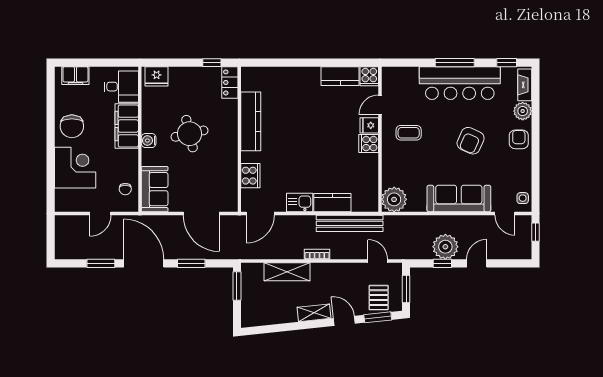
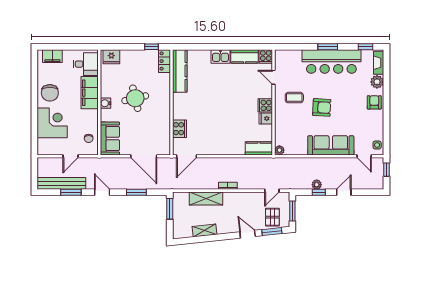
window: (455, 63) -> (328, 47), width x0.69
door: (380, 105) -> (273, 77), hinge flipped
kitchen counter: (251, 121) -> (180, 71), moved
fridge: (369, 125) -> (266, 119), moved
armchair: (471, 141) -> (322, 107), moved, turned -111
plant: (394, 199) -> (279, 150), width x0.53, depth x0.53
kitchen sink: (300, 203) -> (220, 56), moved, turned 180
kitchen counter: (332, 203) -> (259, 148), moved
bench: (350, 223) -> (61, 183), moved
plant: (445, 247) -> (317, 185), width x0.53, depth x0.53
door: (378, 261) -> (272, 191), swing flipped
door: (144, 263) -> (102, 192), width x0.53
shelving: (314, 313) -> (205, 230), moved

